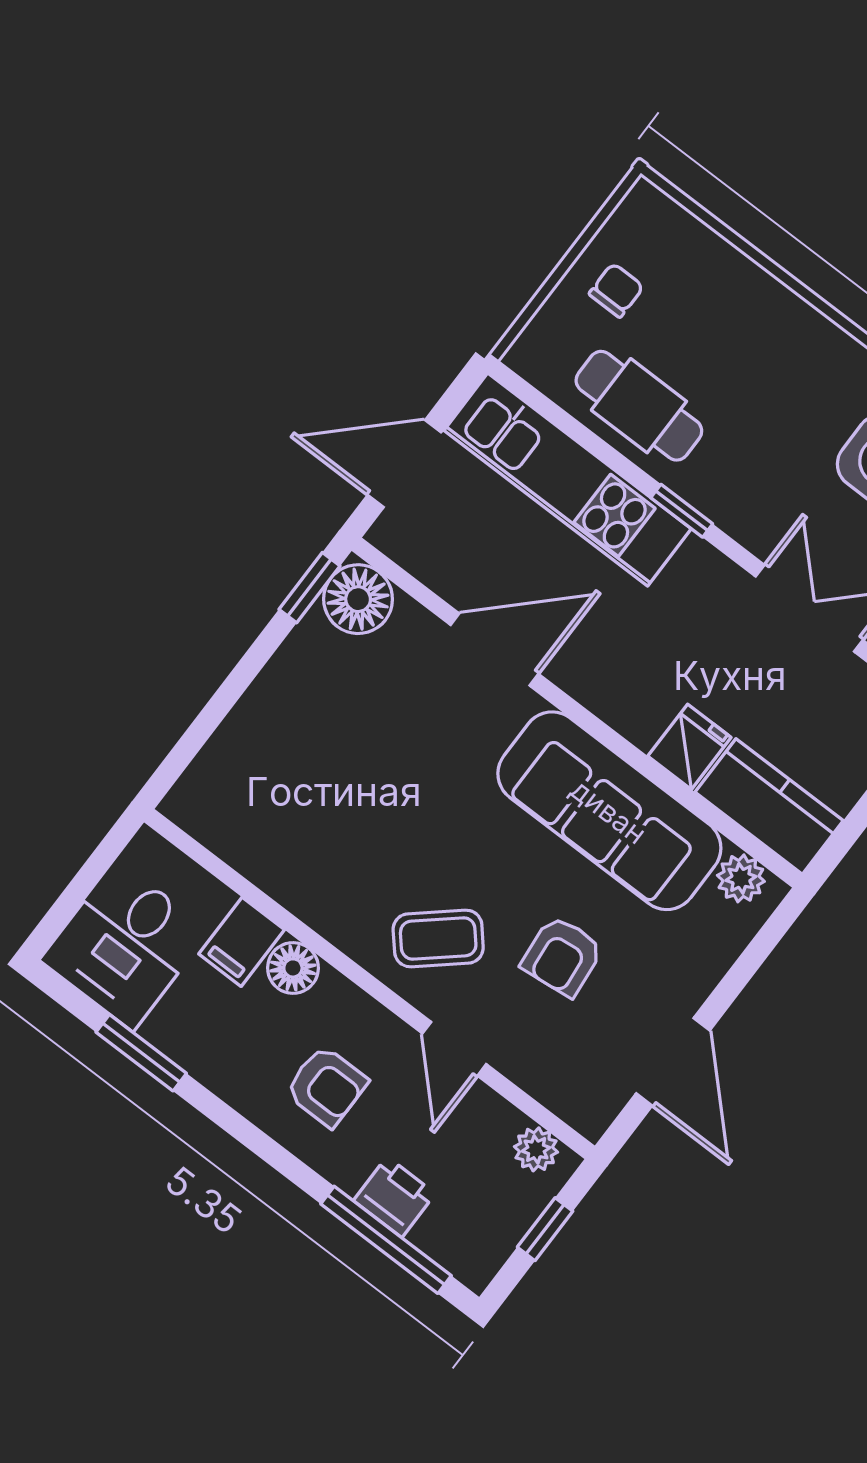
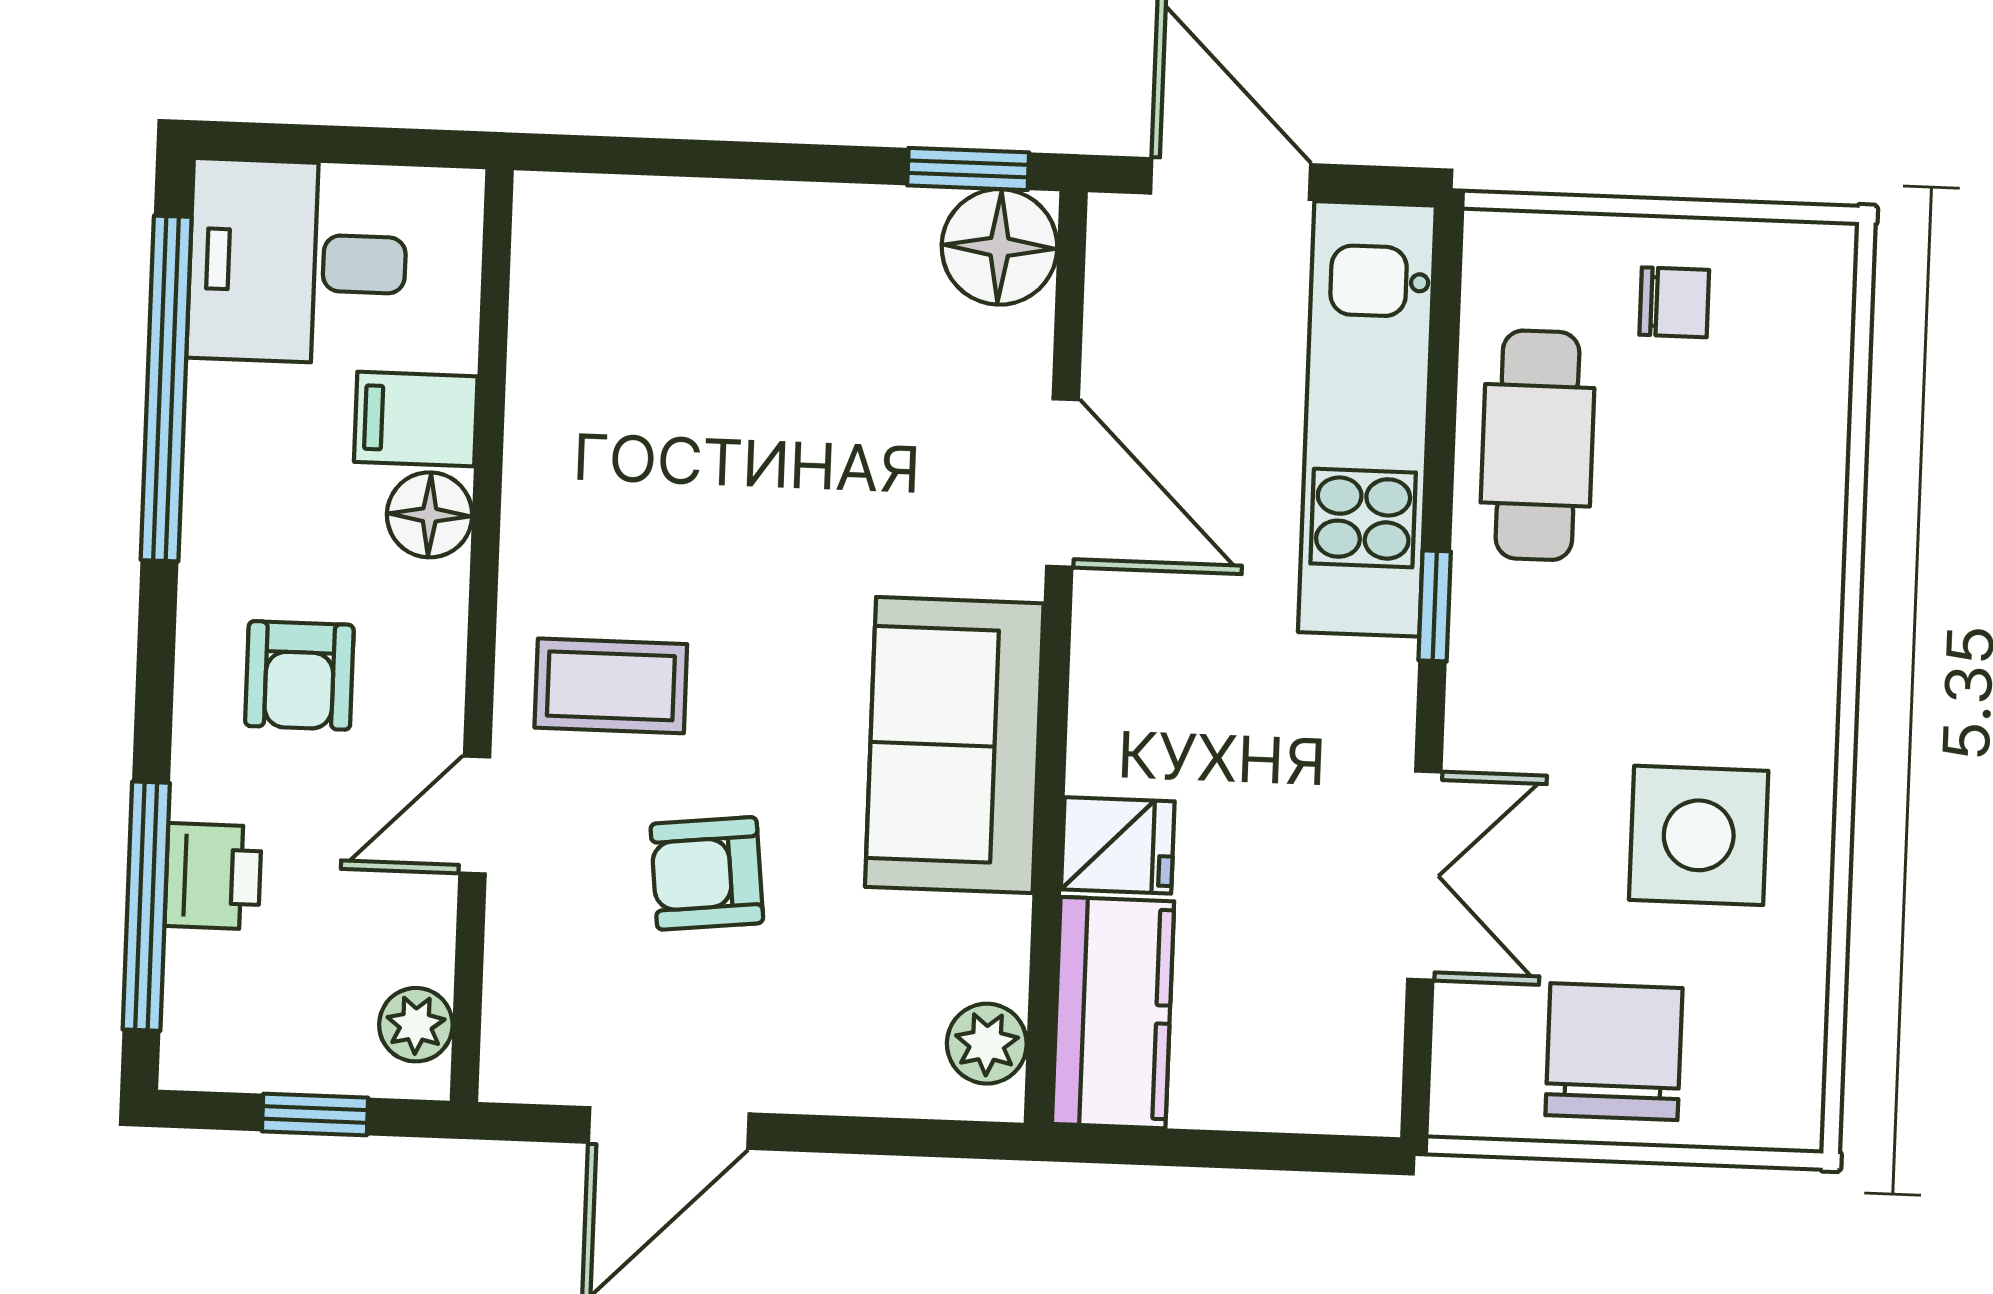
sofa: (609, 811) -> (954, 745), width x0.73
coffee table: (438, 938) -> (611, 686), turned -49
window: (141, 1053) -> (166, 389), width x2.11

